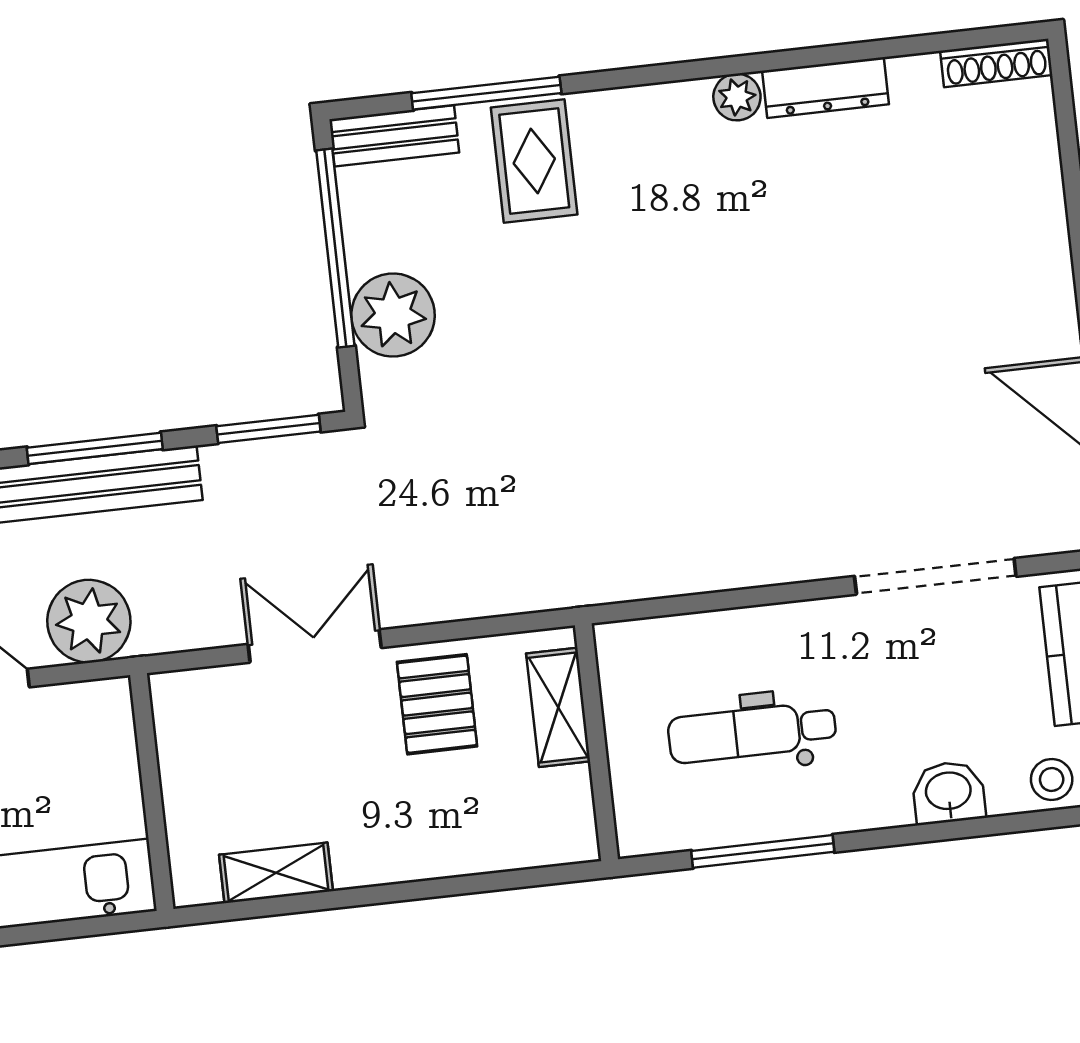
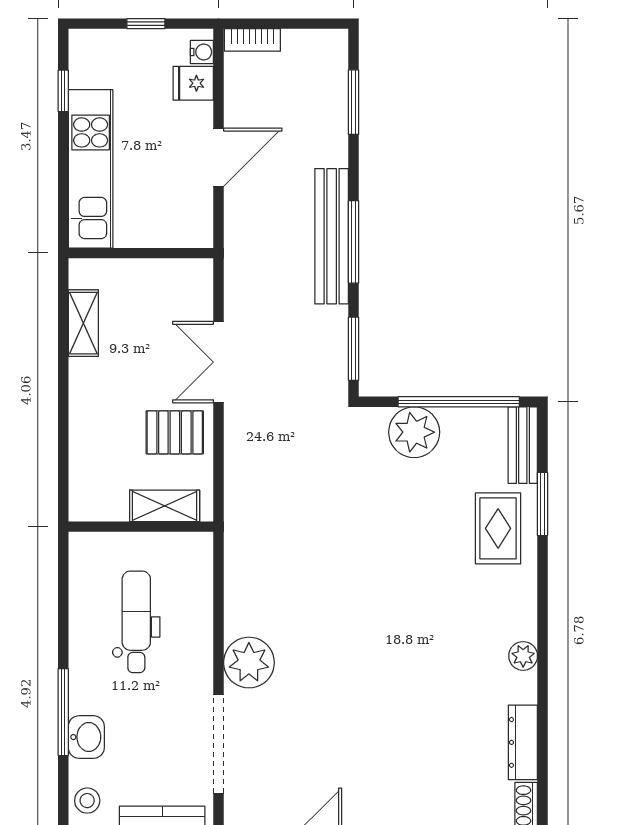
dresser: (825, 88) -> (523, 742), moved
window: (486, 93) -> (543, 504), width x0.69
rug: (534, 161) -> (498, 528), turned 90
plant: (89, 621) -> (249, 663), moved
double door: (315, 646) -> (218, 362), swing flipped
window: (763, 851) -> (63, 712), moved

